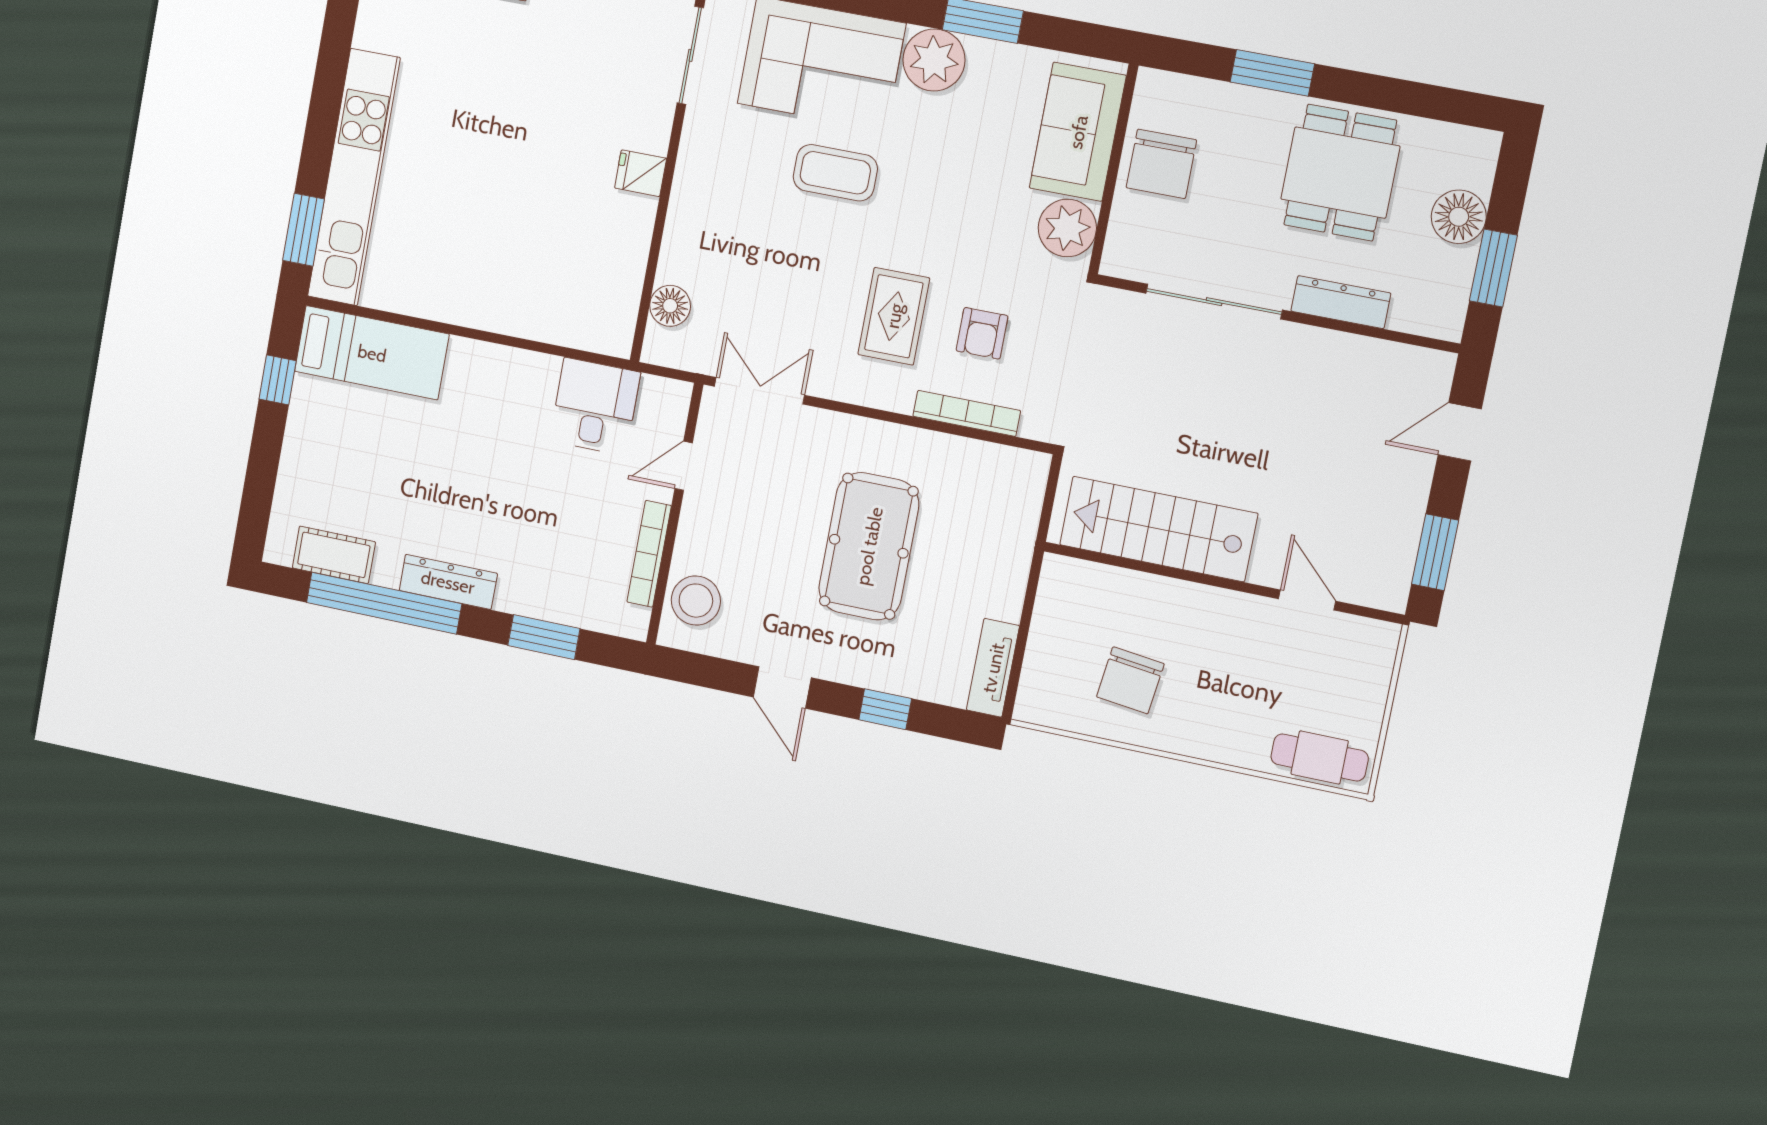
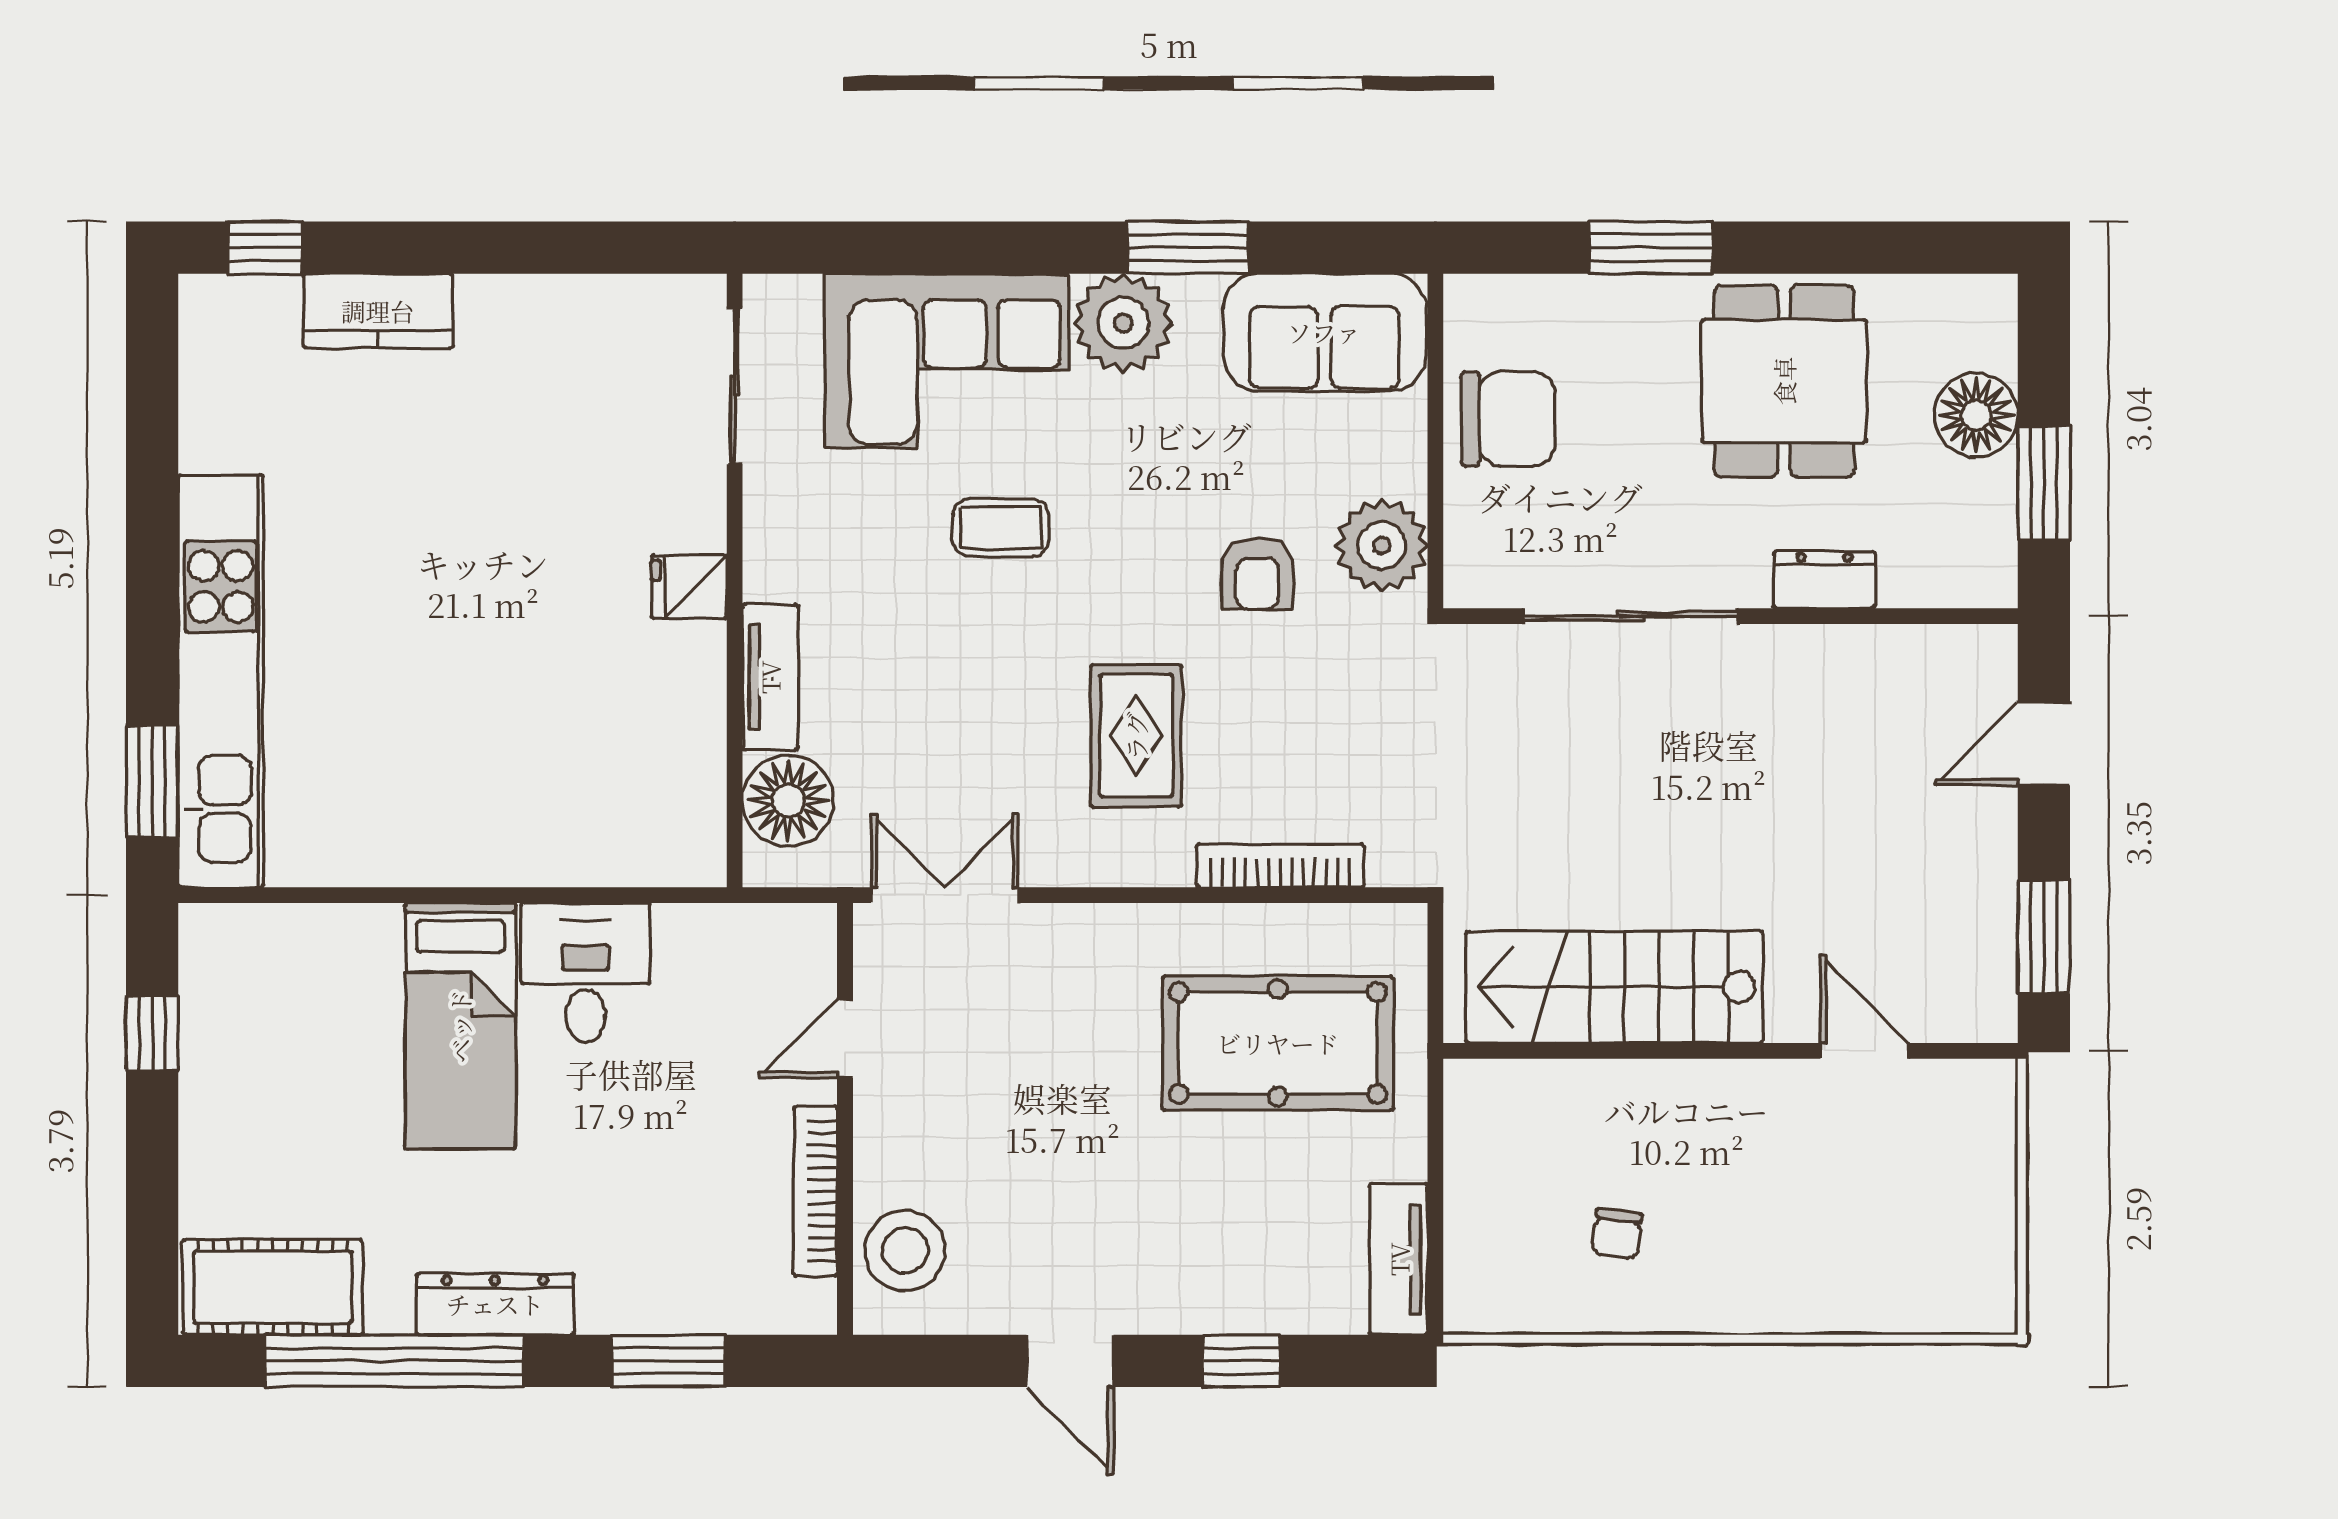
sofa: (1078, 132) -> (1324, 332), moved, turned -90
chair: (1161, 164) -> (1508, 419), turned -90
coffee table: (835, 173) -> (1001, 528), width x0.73, depth x0.77
tv unit: (679, 238) -> (770, 677), added
dresser: (1341, 302) -> (1824, 580), width x0.70
floor lamp: (670, 306) -> (788, 801), width x1.38, depth x1.38
armchair: (982, 333) -> (1257, 574), moved
bed: (372, 353) -> (460, 1026), moved, turned 90
desk: (595, 406) -> (586, 973), moved
pool table: (869, 546) -> (1278, 1043), moved, turned 90
cot: (334, 555) -> (273, 1287), width x1.37, depth x1.34
chair: (1130, 680) -> (1617, 1234), width x0.54, depth x0.54
cafe table: (1320, 757) -> (1932, 1293), removed

